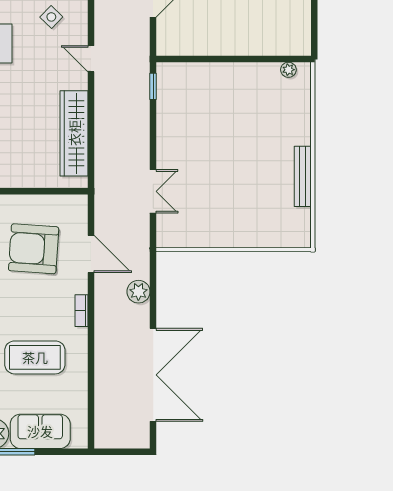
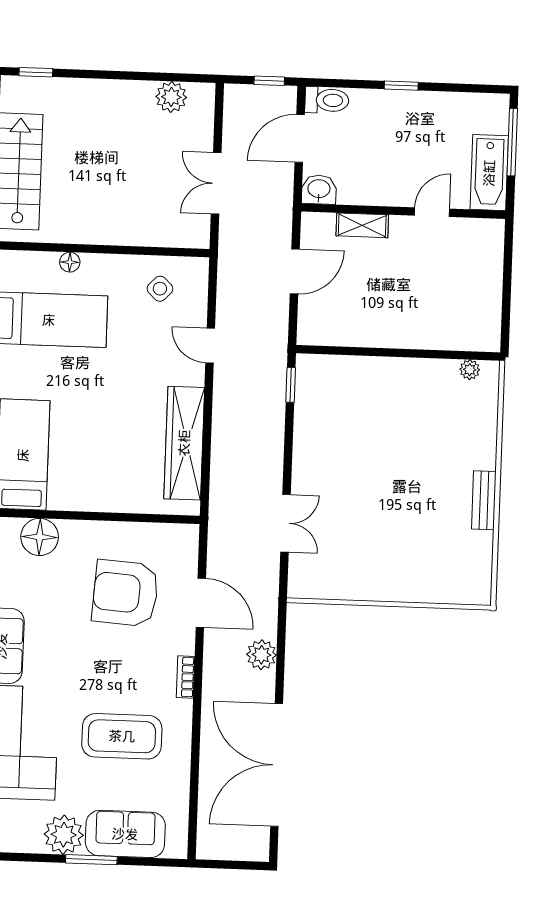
bench: (303, 176) -> (484, 500), width x0.73
double door: (153, 375) -> (277, 765), swing flipped

